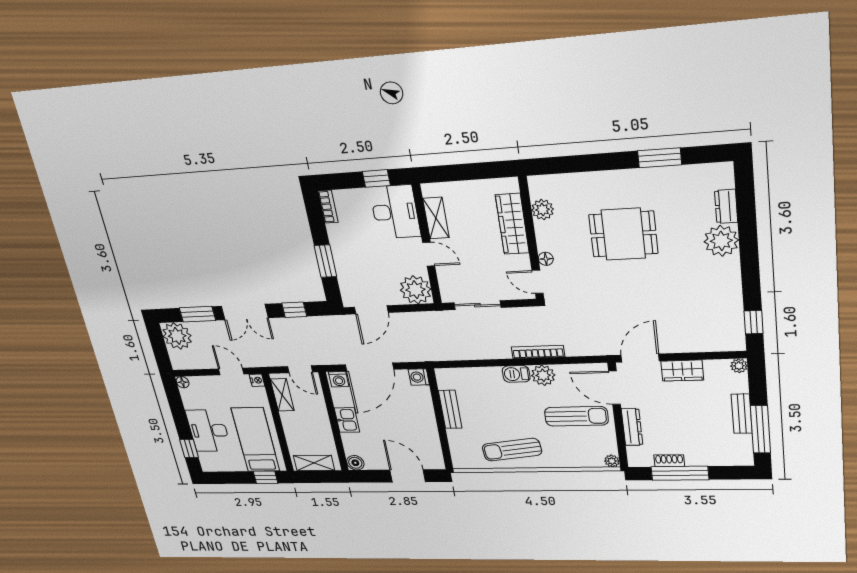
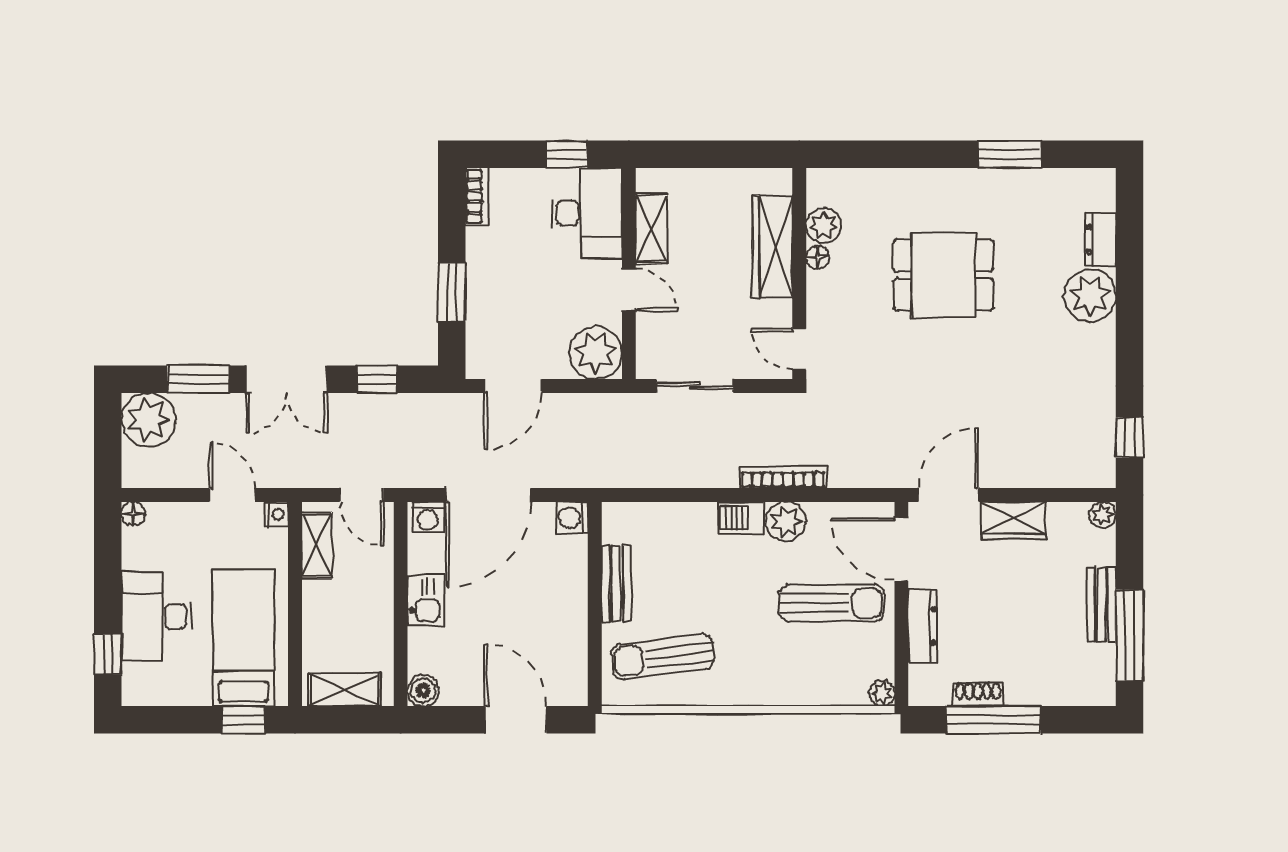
floor lamp: (546, 259) -> (818, 257), moved
sun lounger: (512, 450) -> (663, 657), moved

